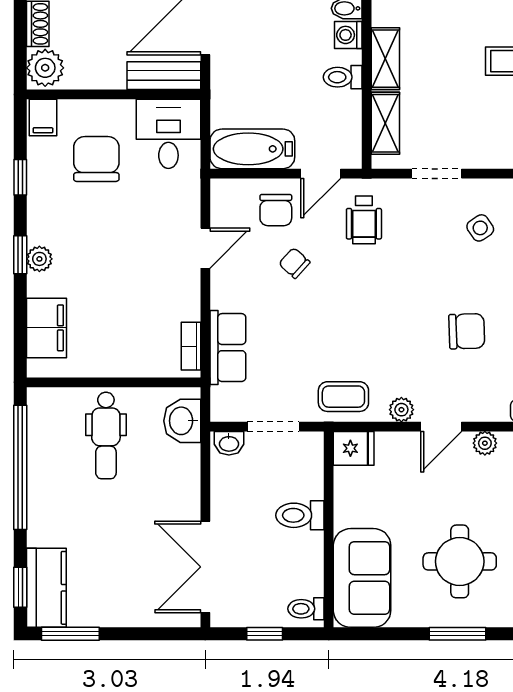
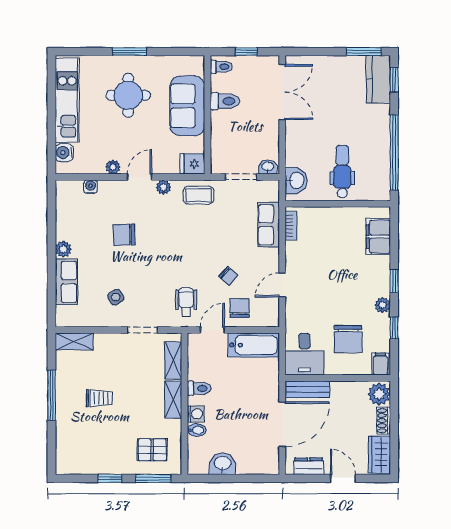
plant: (39, 259) -> (383, 305), moved
toilet: (300, 515) -> (225, 101), moved
sofa: (362, 578) -> (187, 106), moved

